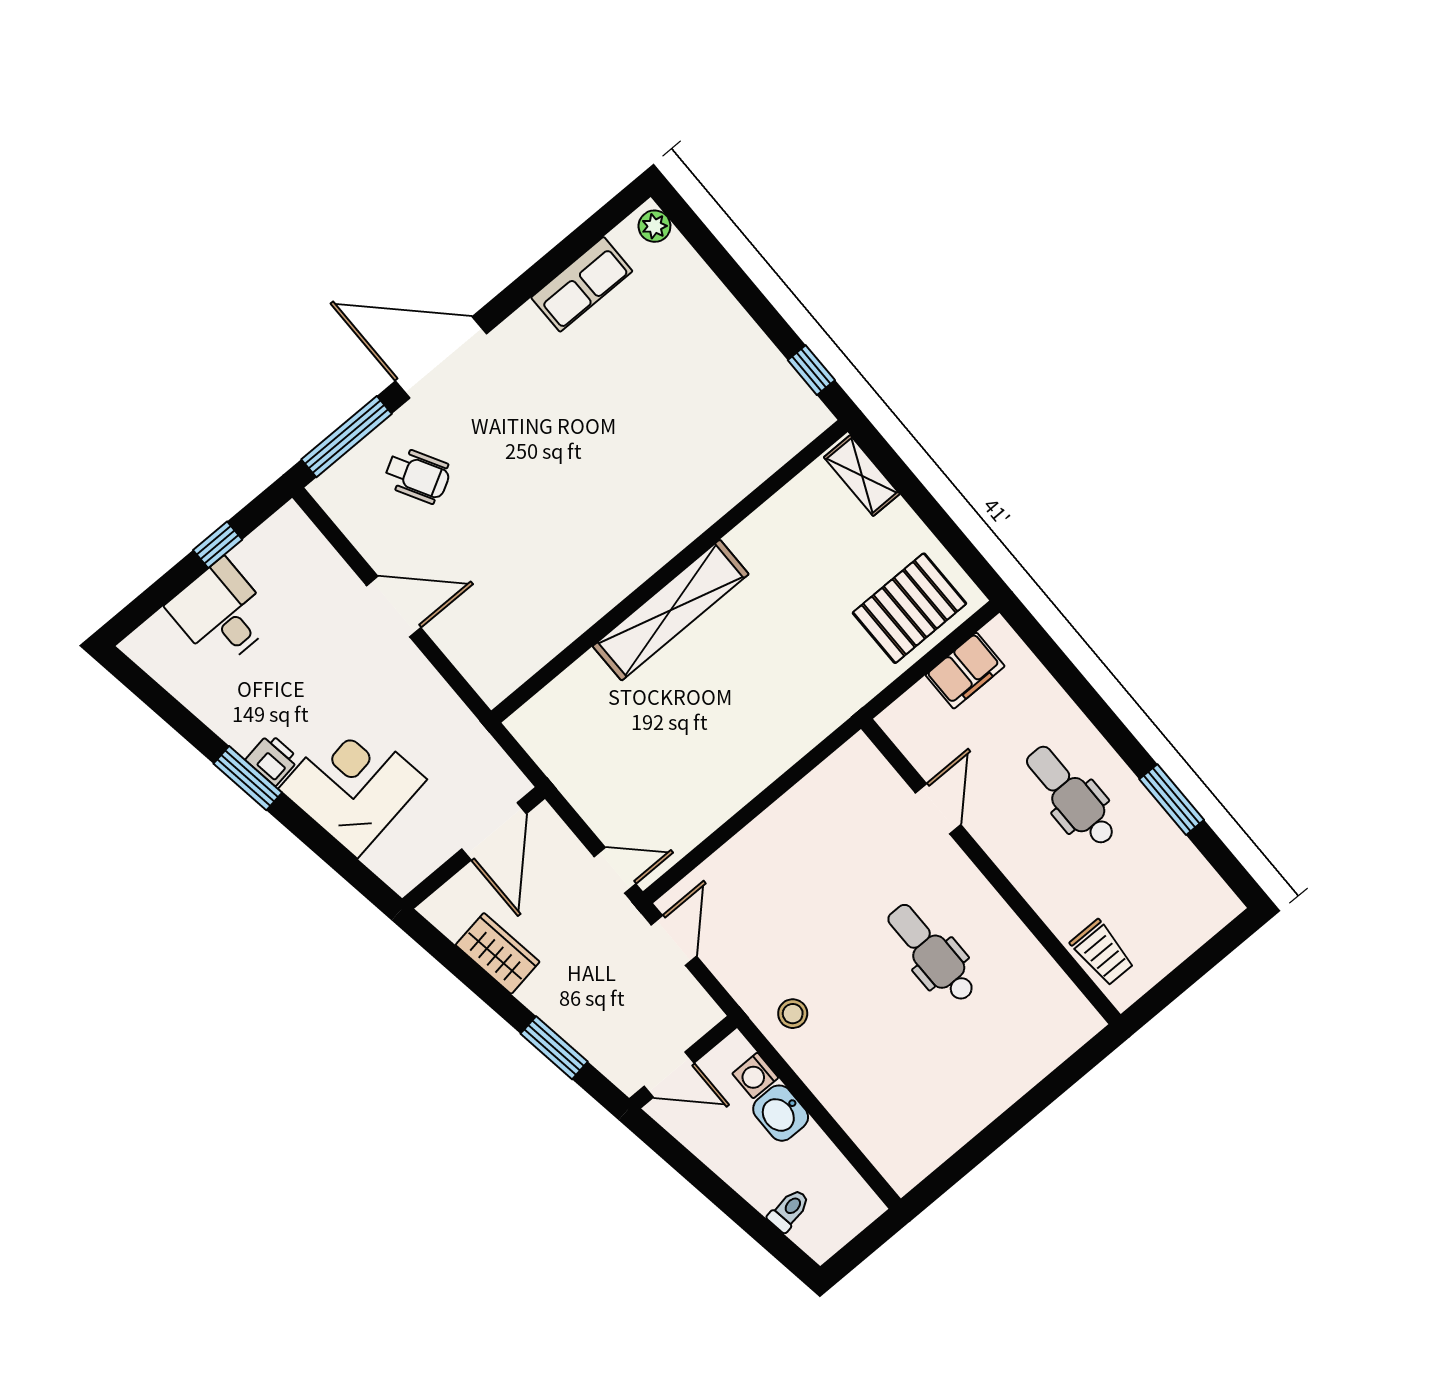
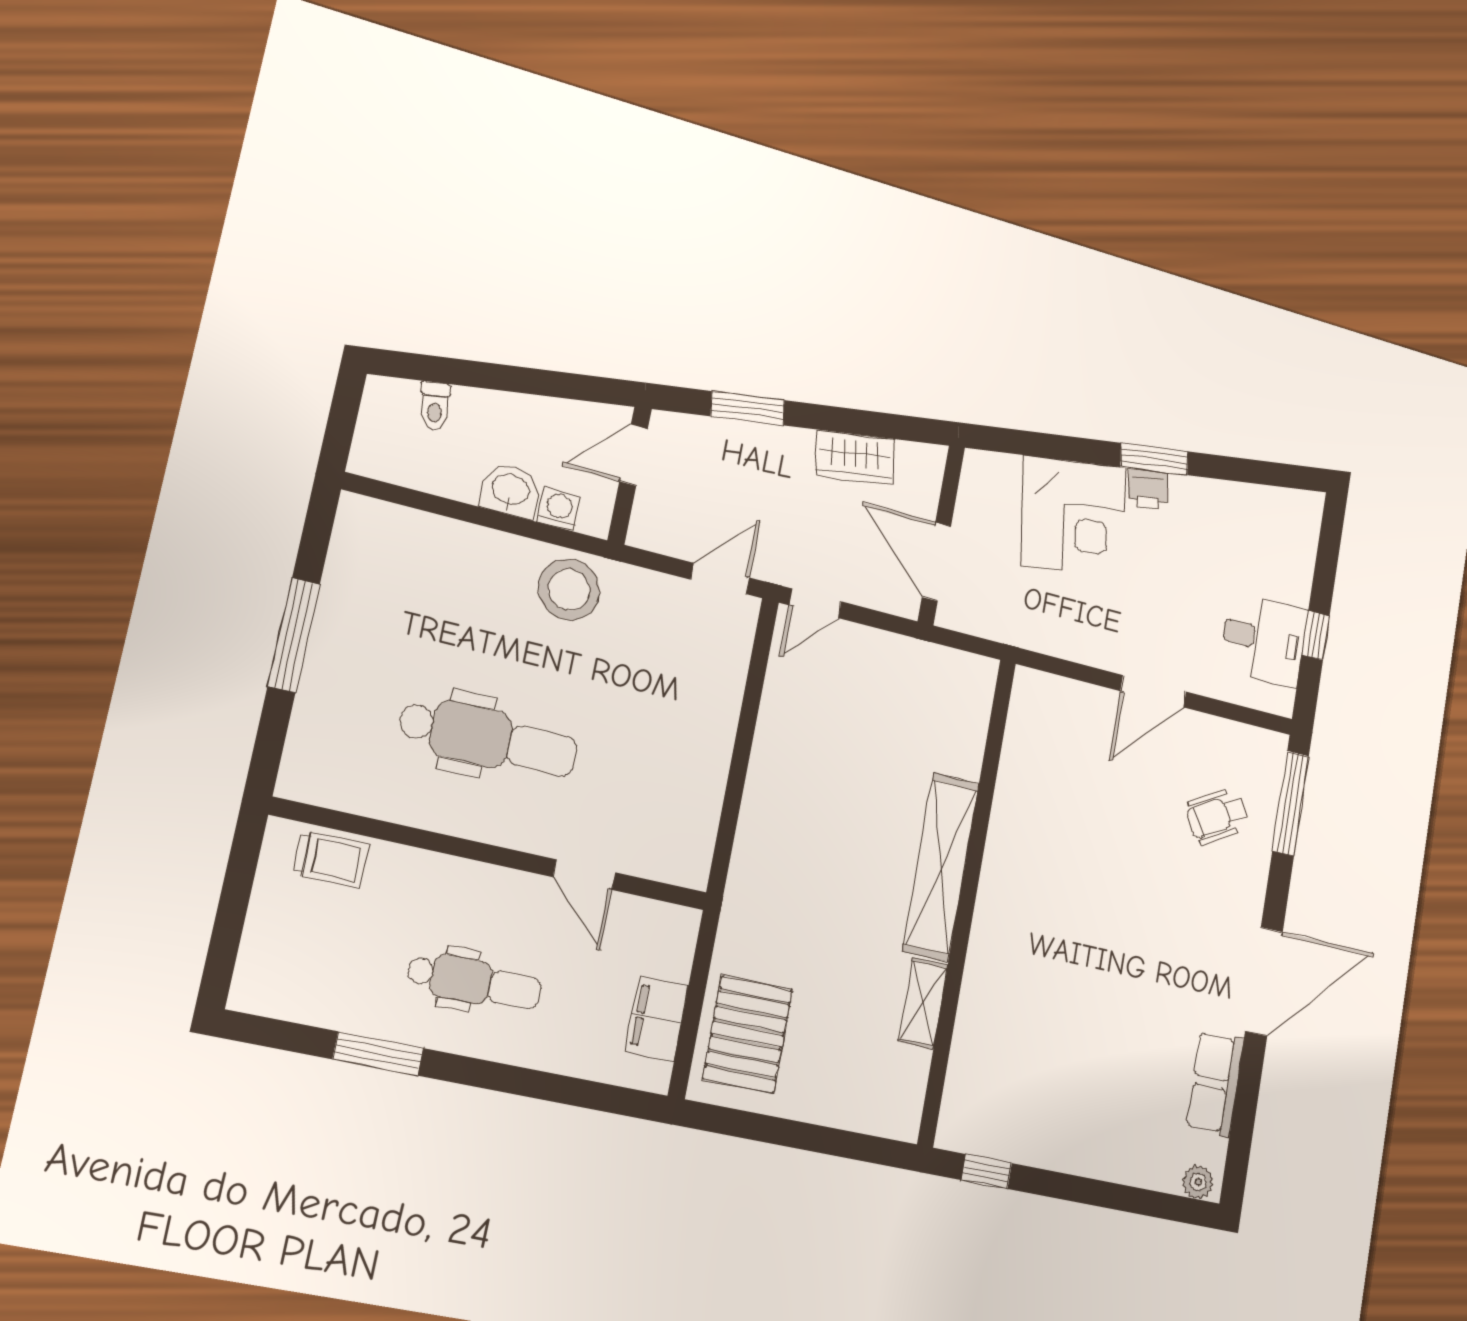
door: (441, 357) -> (1264, 981), moved
shelving: (862, 476) -> (923, 1003), moved, turned 90
desk: (221, 613) -> (1263, 639), moved
door: (674, 940) -> (720, 579), swing flipped
dental chair: (931, 953) -> (488, 738), width x1.36, depth x1.38
trolley: (1102, 953) -> (331, 859), turned 180
stool: (793, 1014) -> (569, 590), width x1.89, depth x1.89
window: (1010, 1122) -> (294, 635), added

